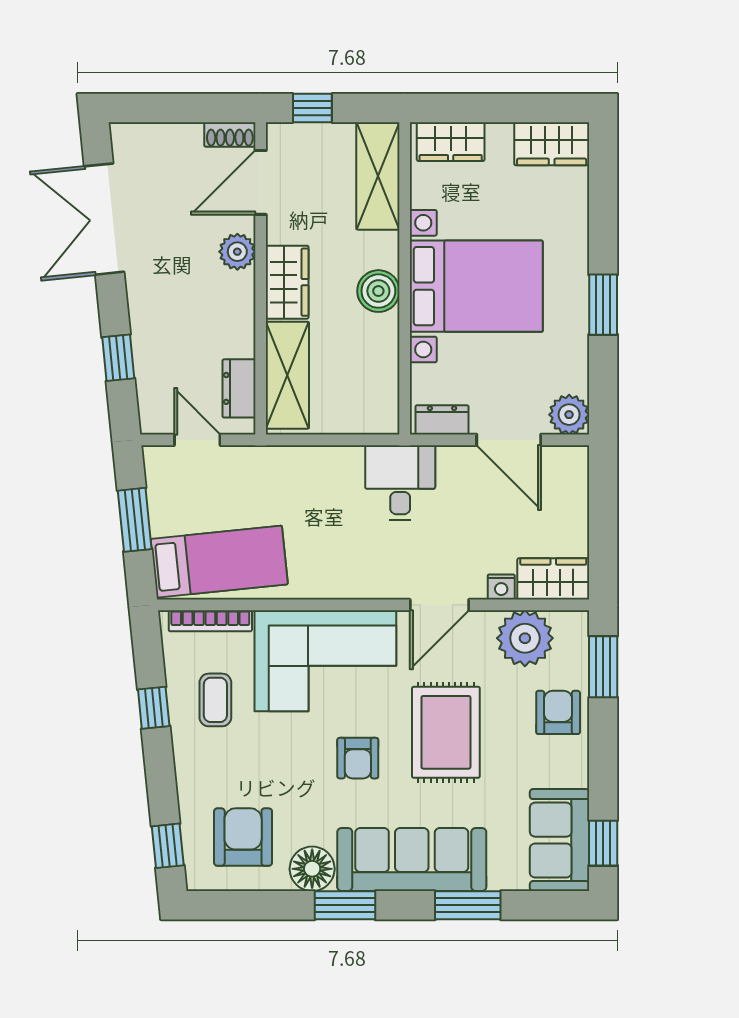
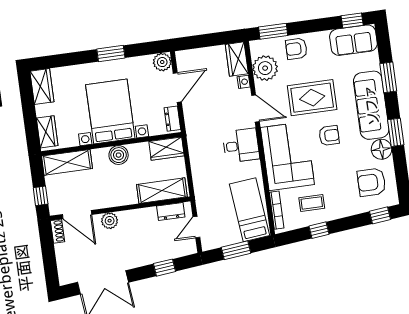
wardrobe: (287, 282) -> (166, 149), moved, turned 180
desk: (400, 483) -> (241, 145), moved, turned 180

